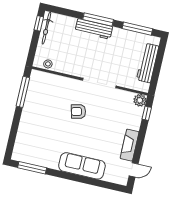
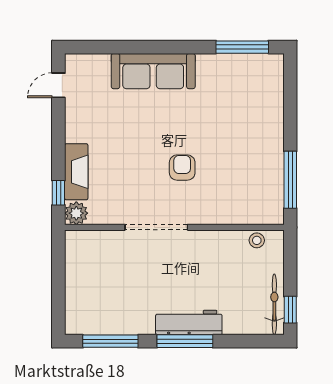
workbench: (148, 63) -> (78, 284), removed
armchair: (78, 111) -> (182, 168), turned -76
fireplace: (130, 145) -> (76, 172), moved

